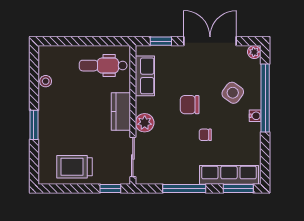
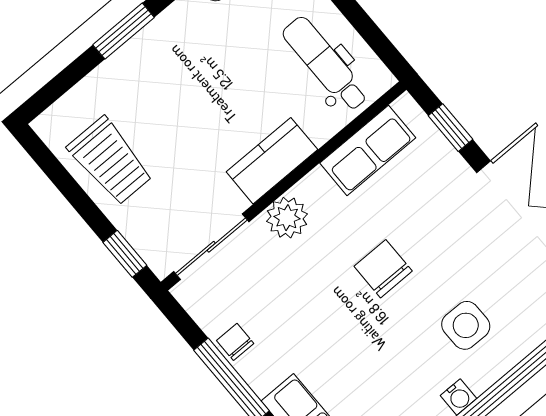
side table: (233, 93) -> (466, 325), turned -36
chair: (205, 135) -> (235, 342), moved
trolley: (74, 167) -> (110, 161), turned 180

